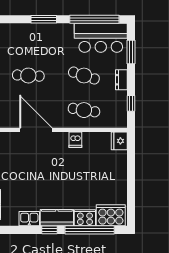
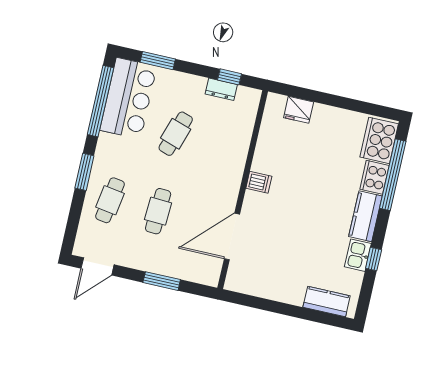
dresser: (121, 80) -> (221, 89), moved
cafe table: (84, 110) -> (110, 200), moved
door: (36, 130) -> (232, 236), moved
dishwasher: (75, 140) -> (259, 182), moved
fridge: (119, 141) -> (299, 110), moved
window: (49, 230) -> (374, 259), moved

